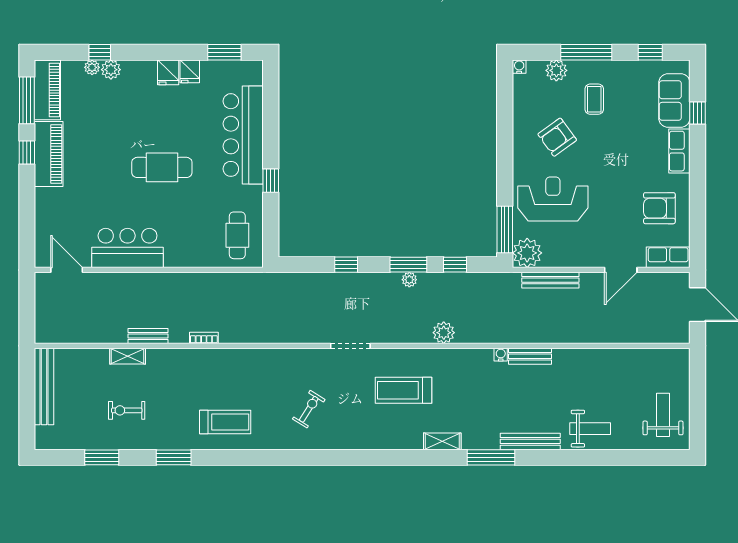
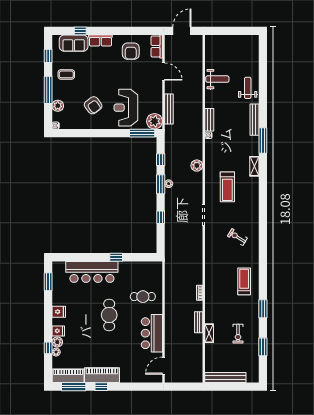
fridge: (190, 71) -> (58, 331), moved
coffee table: (594, 99) -> (66, 74), moved
cafe table: (237, 235) -> (143, 297), moved
weight bench: (663, 415) -> (217, 79), moved, turned 180

